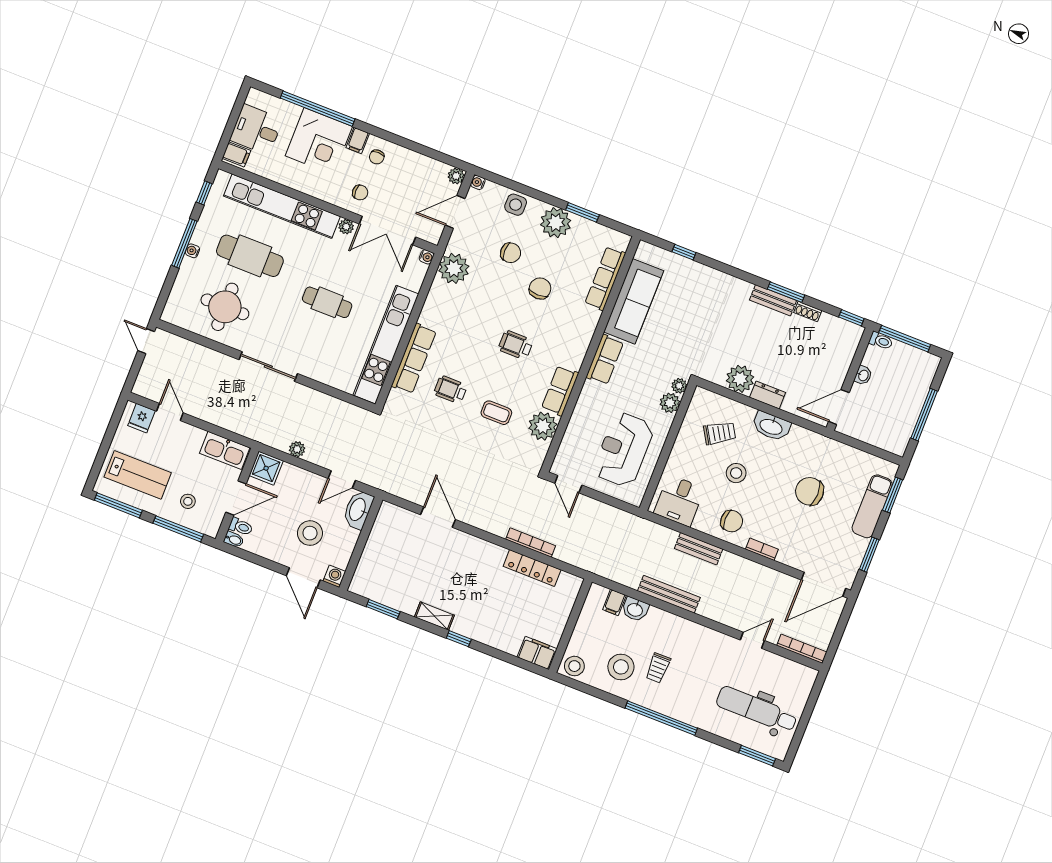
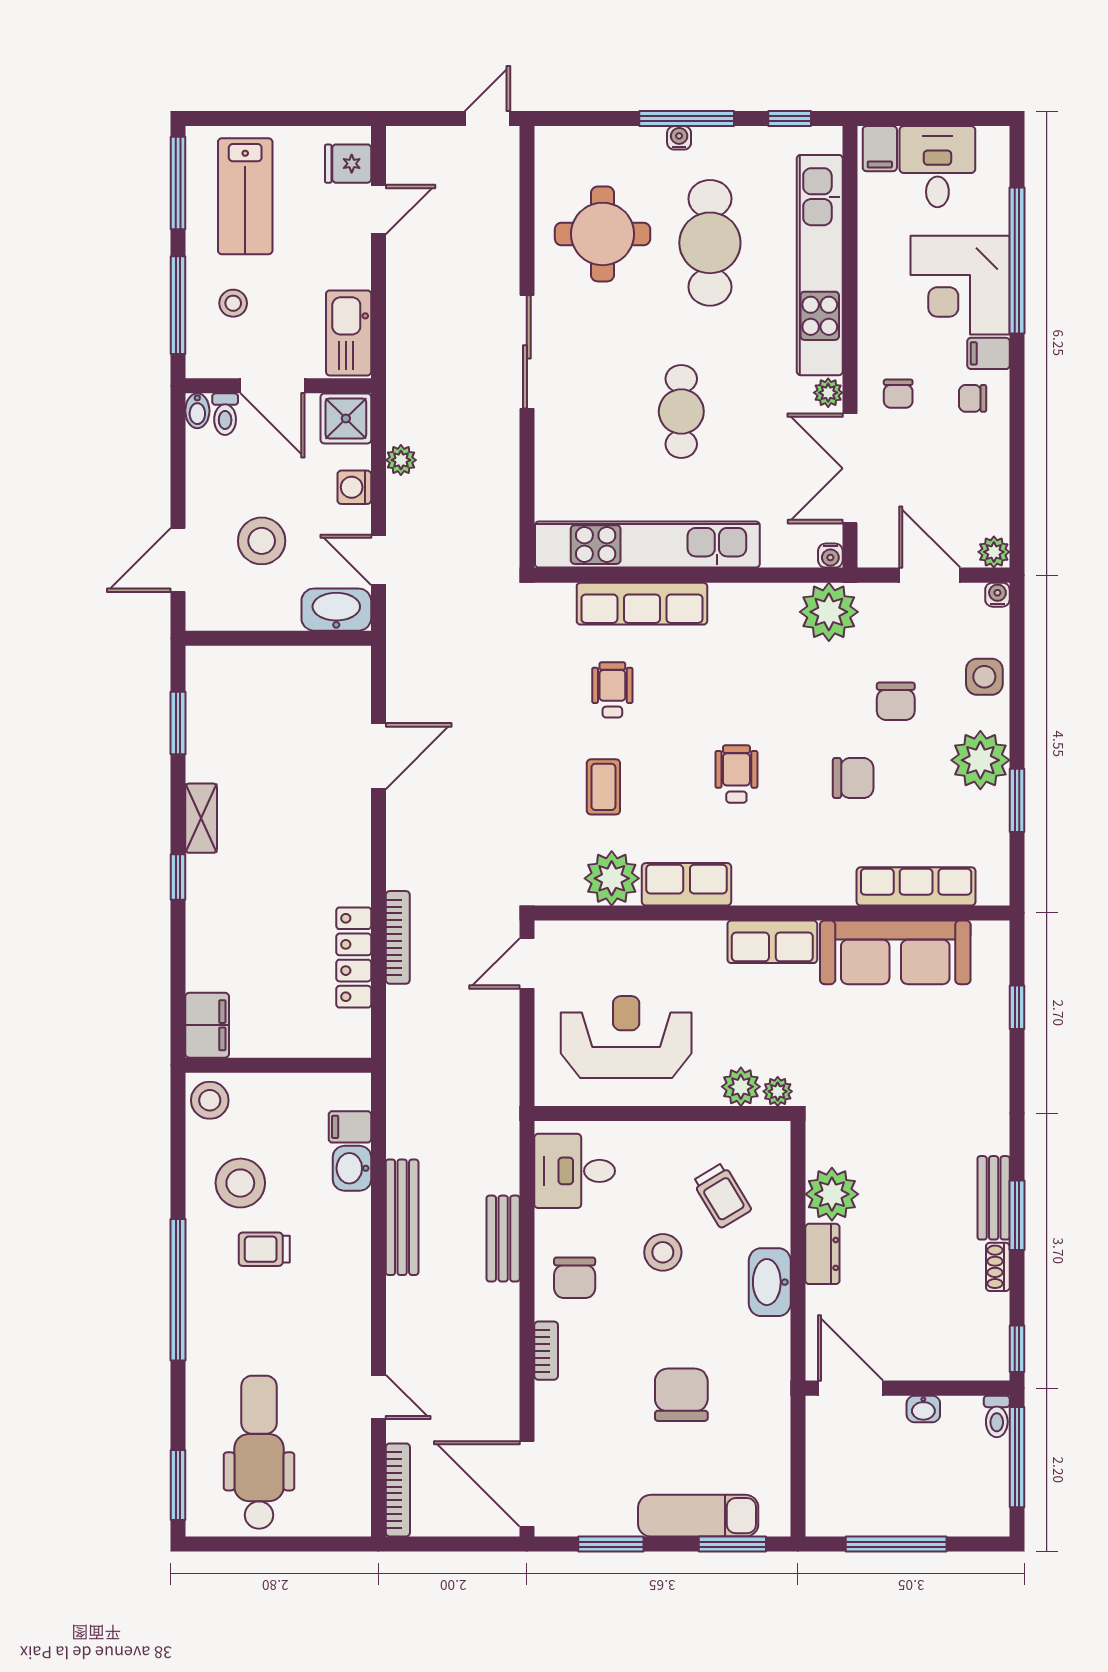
washing machine: (334, 576) -> (354, 487), moved, turned 180

